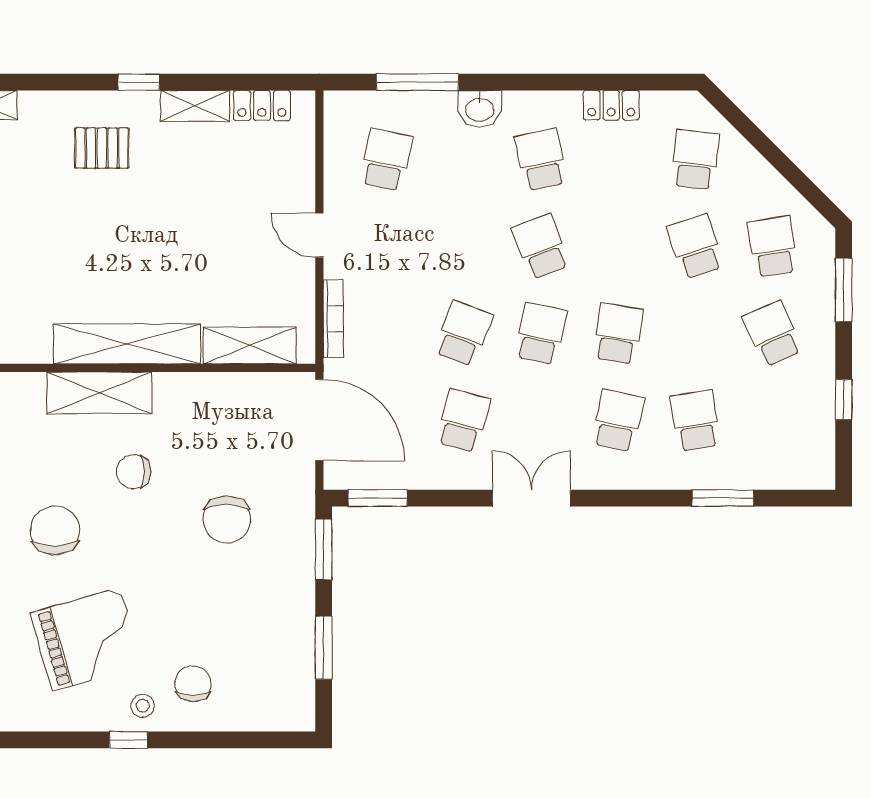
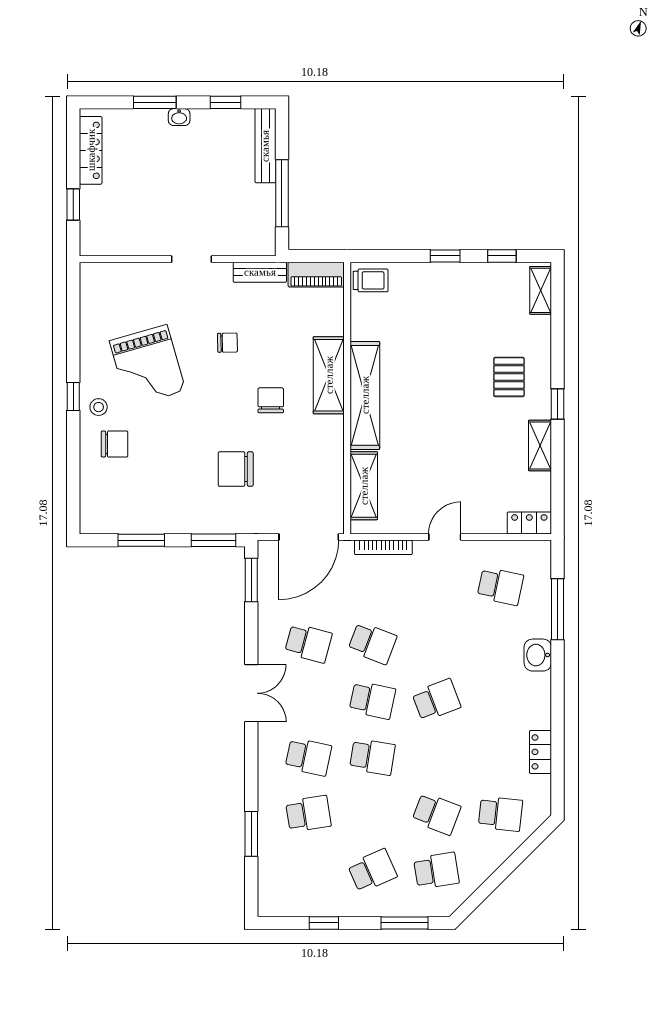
locker: (262, 105) -> (529, 523), moved, turned 90
school desk: (541, 160) -> (500, 700), removed
school desk: (695, 247) -> (436, 814), turned 39
chair: (55, 530) -> (227, 343), width x0.54, depth x0.54

